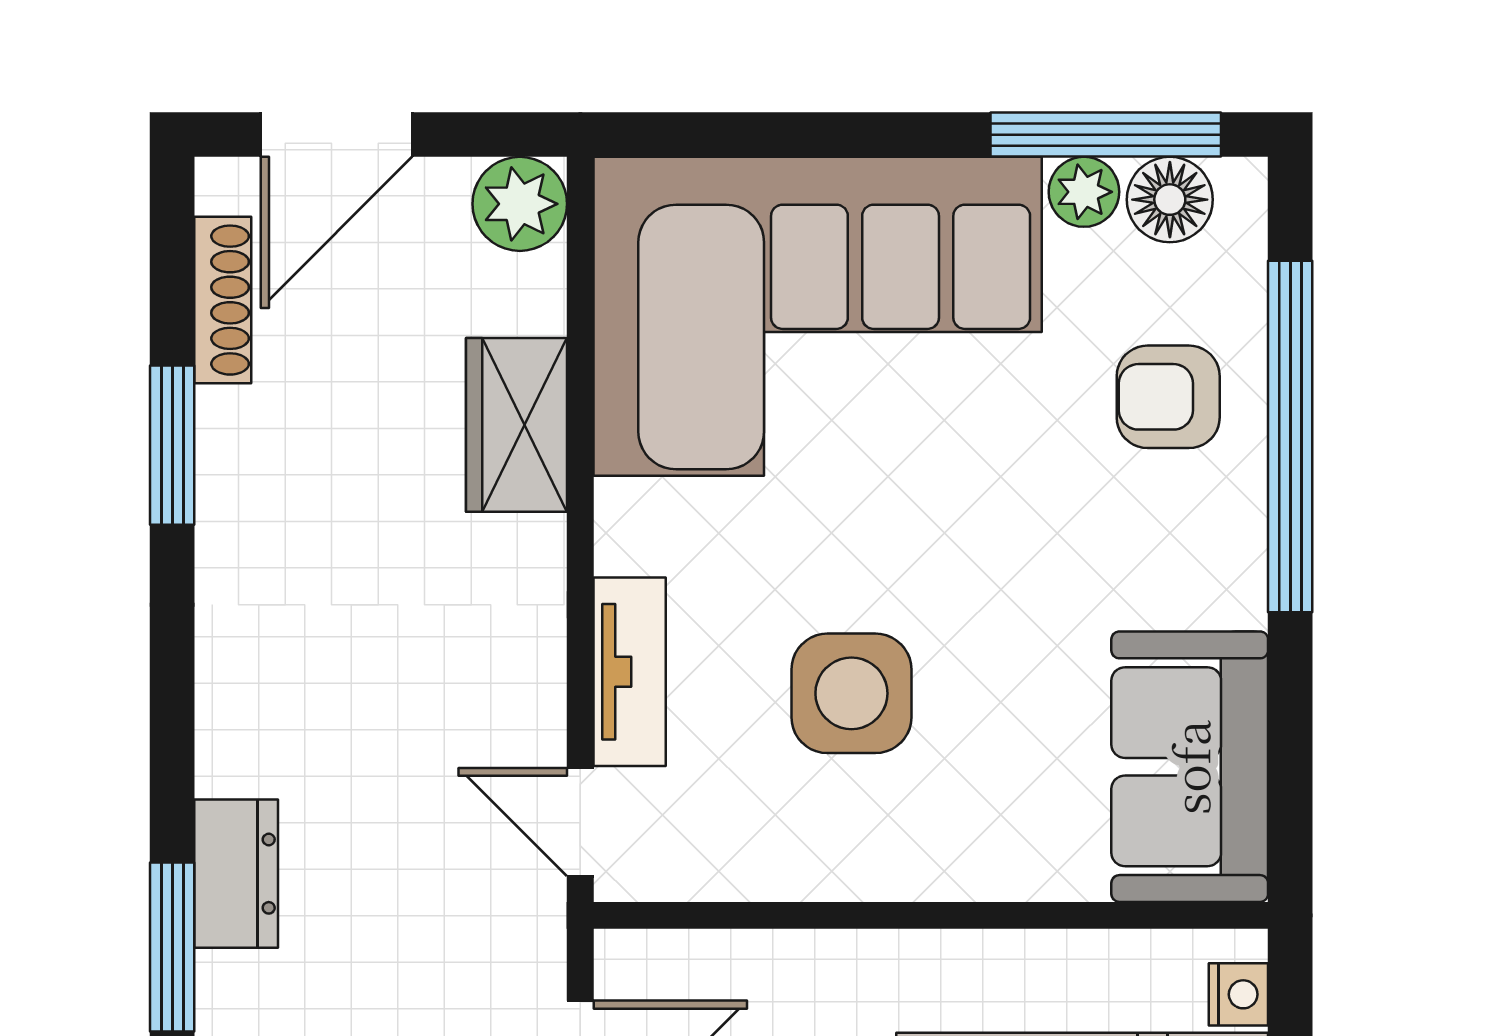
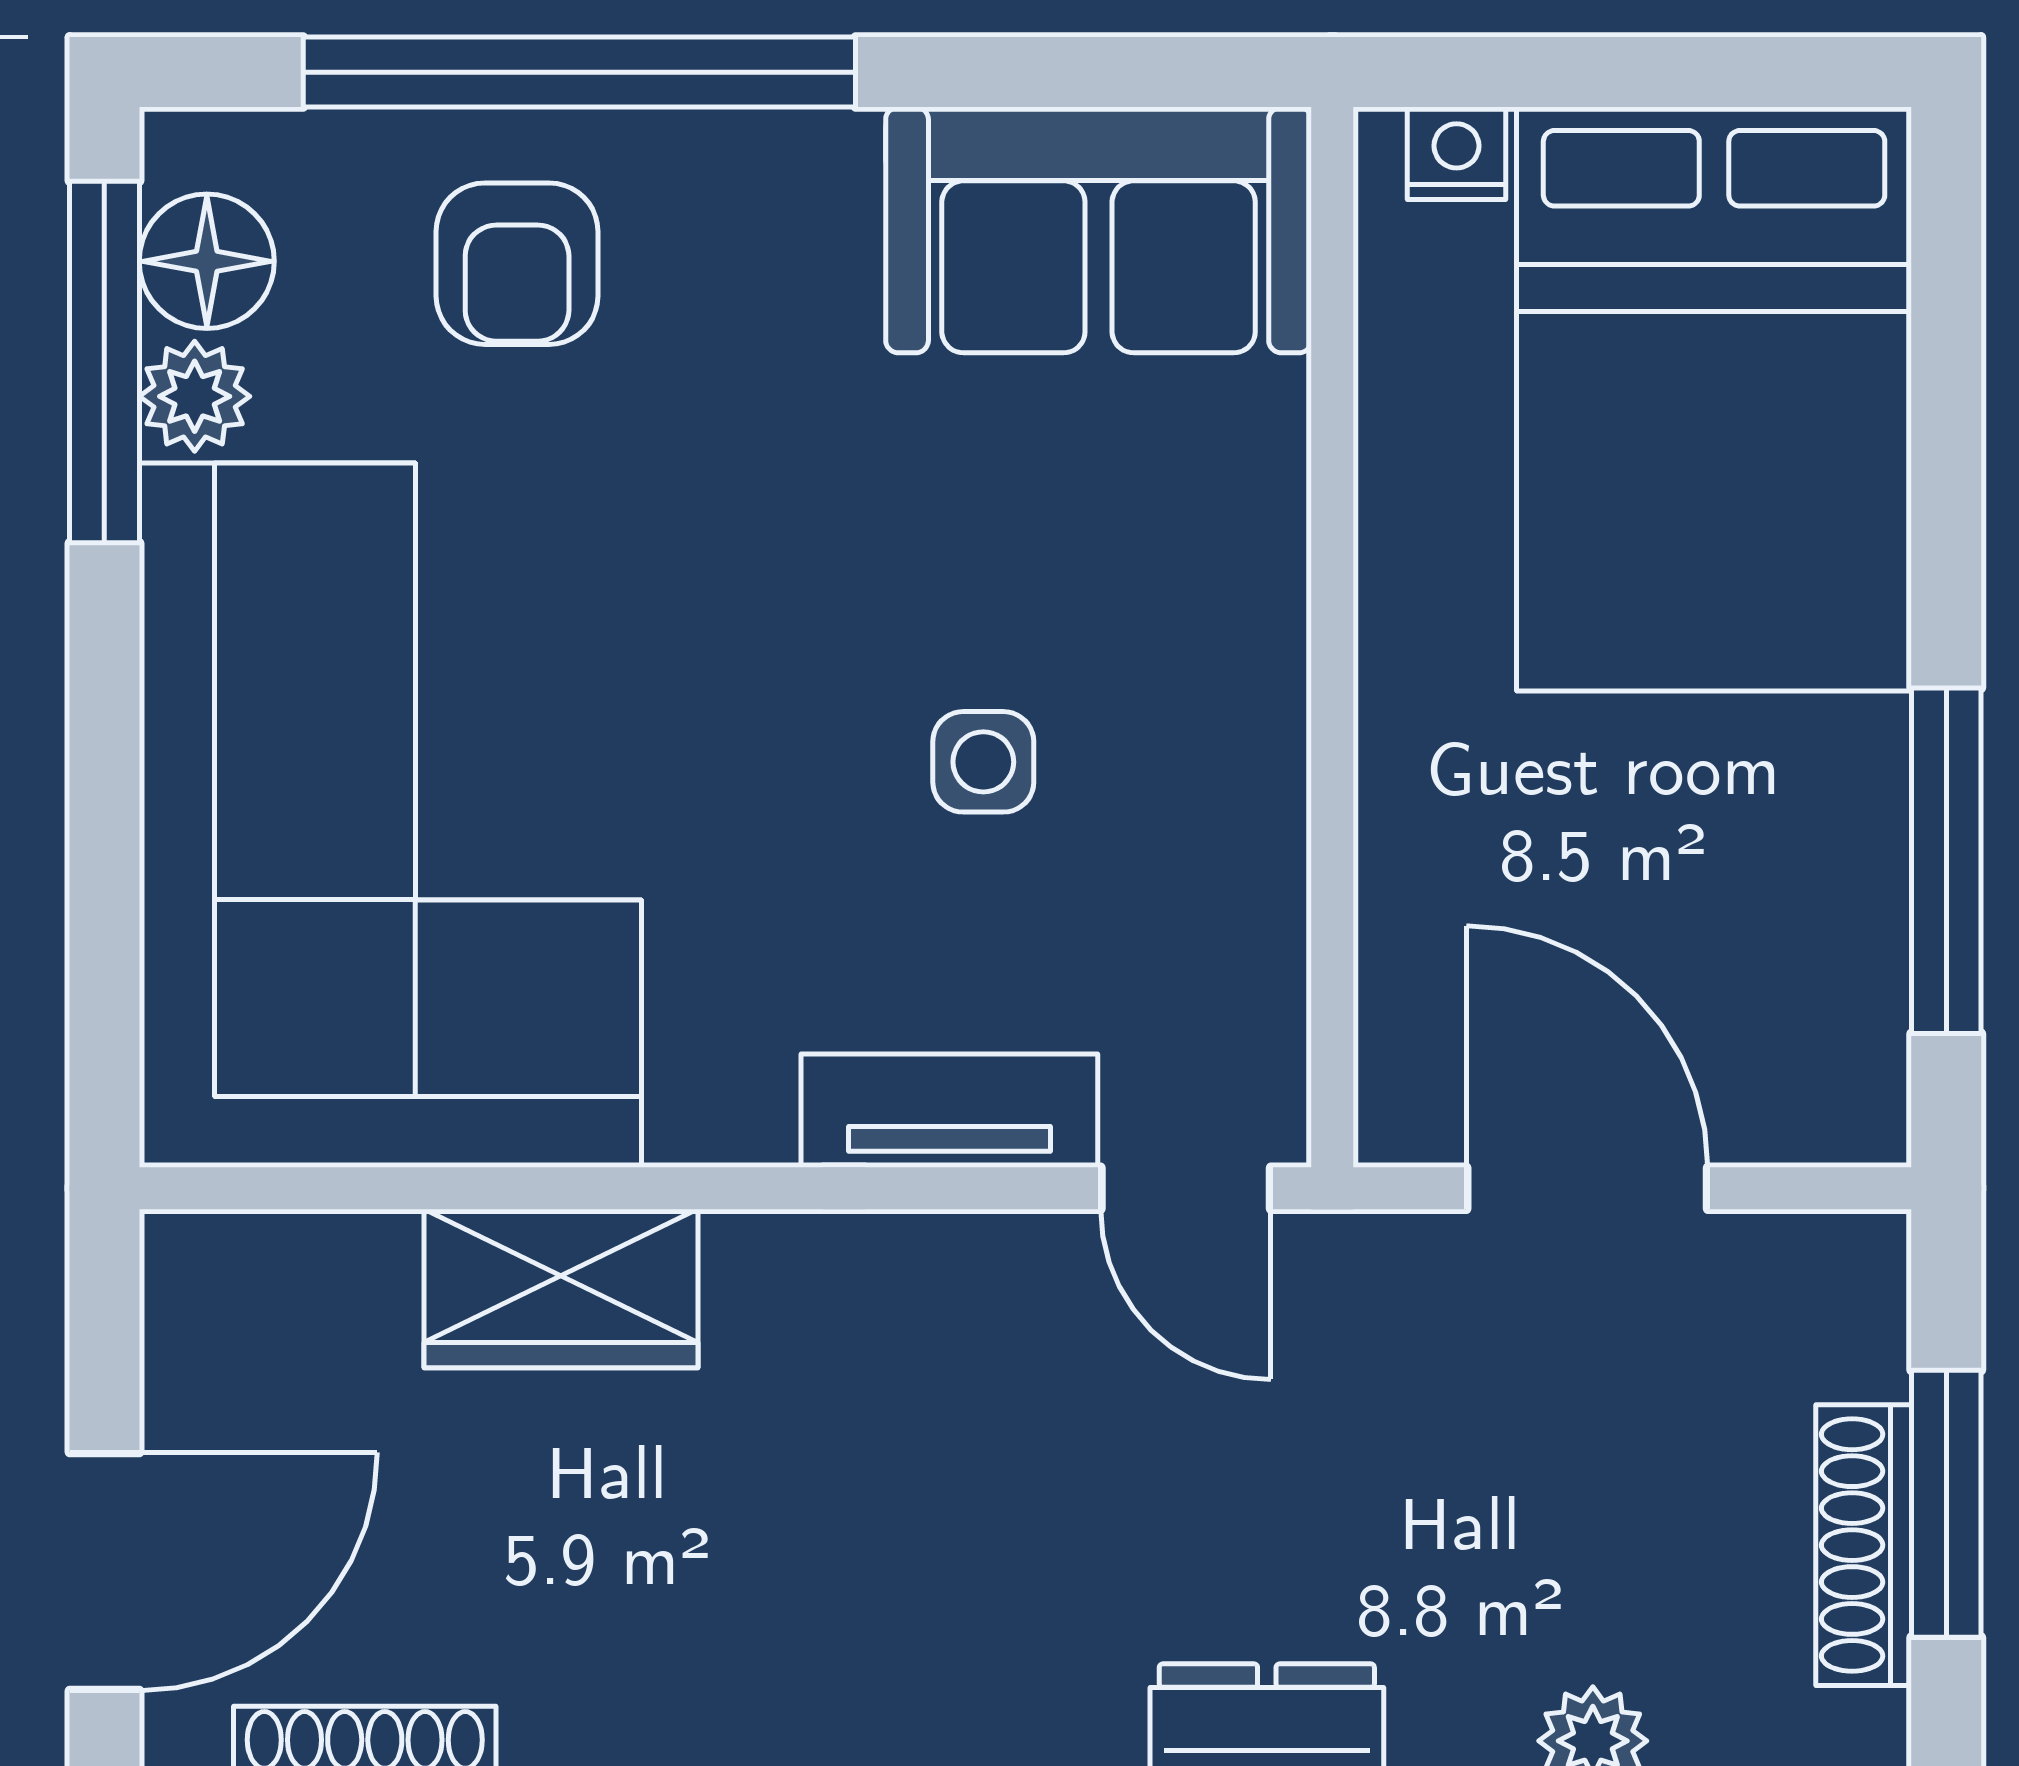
door: (337, 135) -> (104, 1572), hinge flipped
plant: (520, 204) -> (214, 1283), removed
side table: (851, 693) -> (983, 762), width x0.54, depth x0.54
door: (580, 822) -> (1186, 1188), hinge flipped

